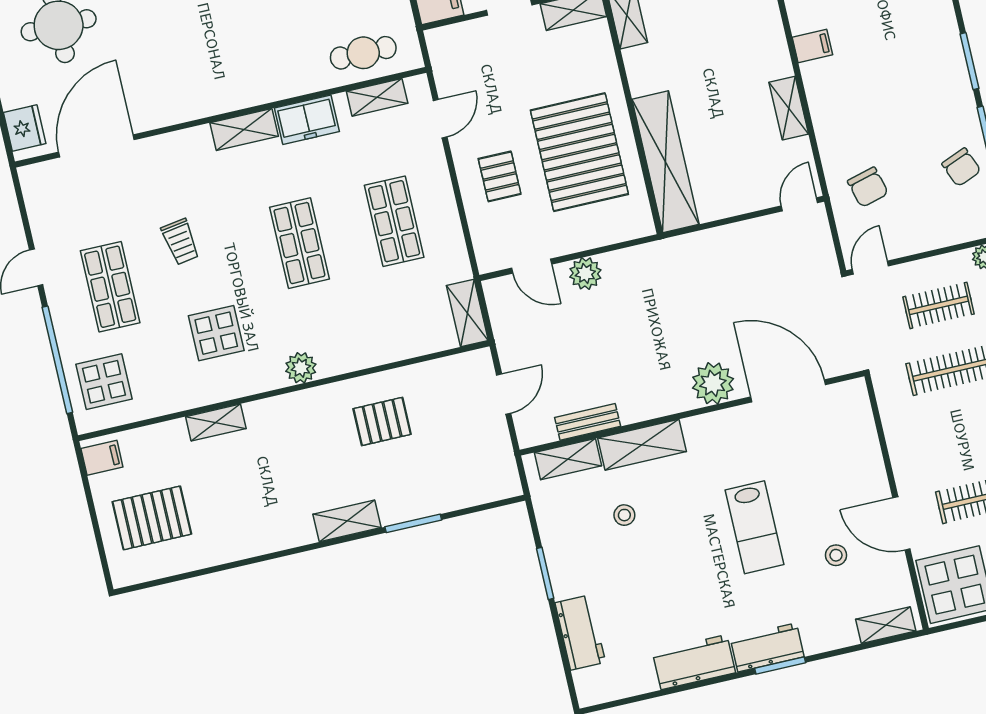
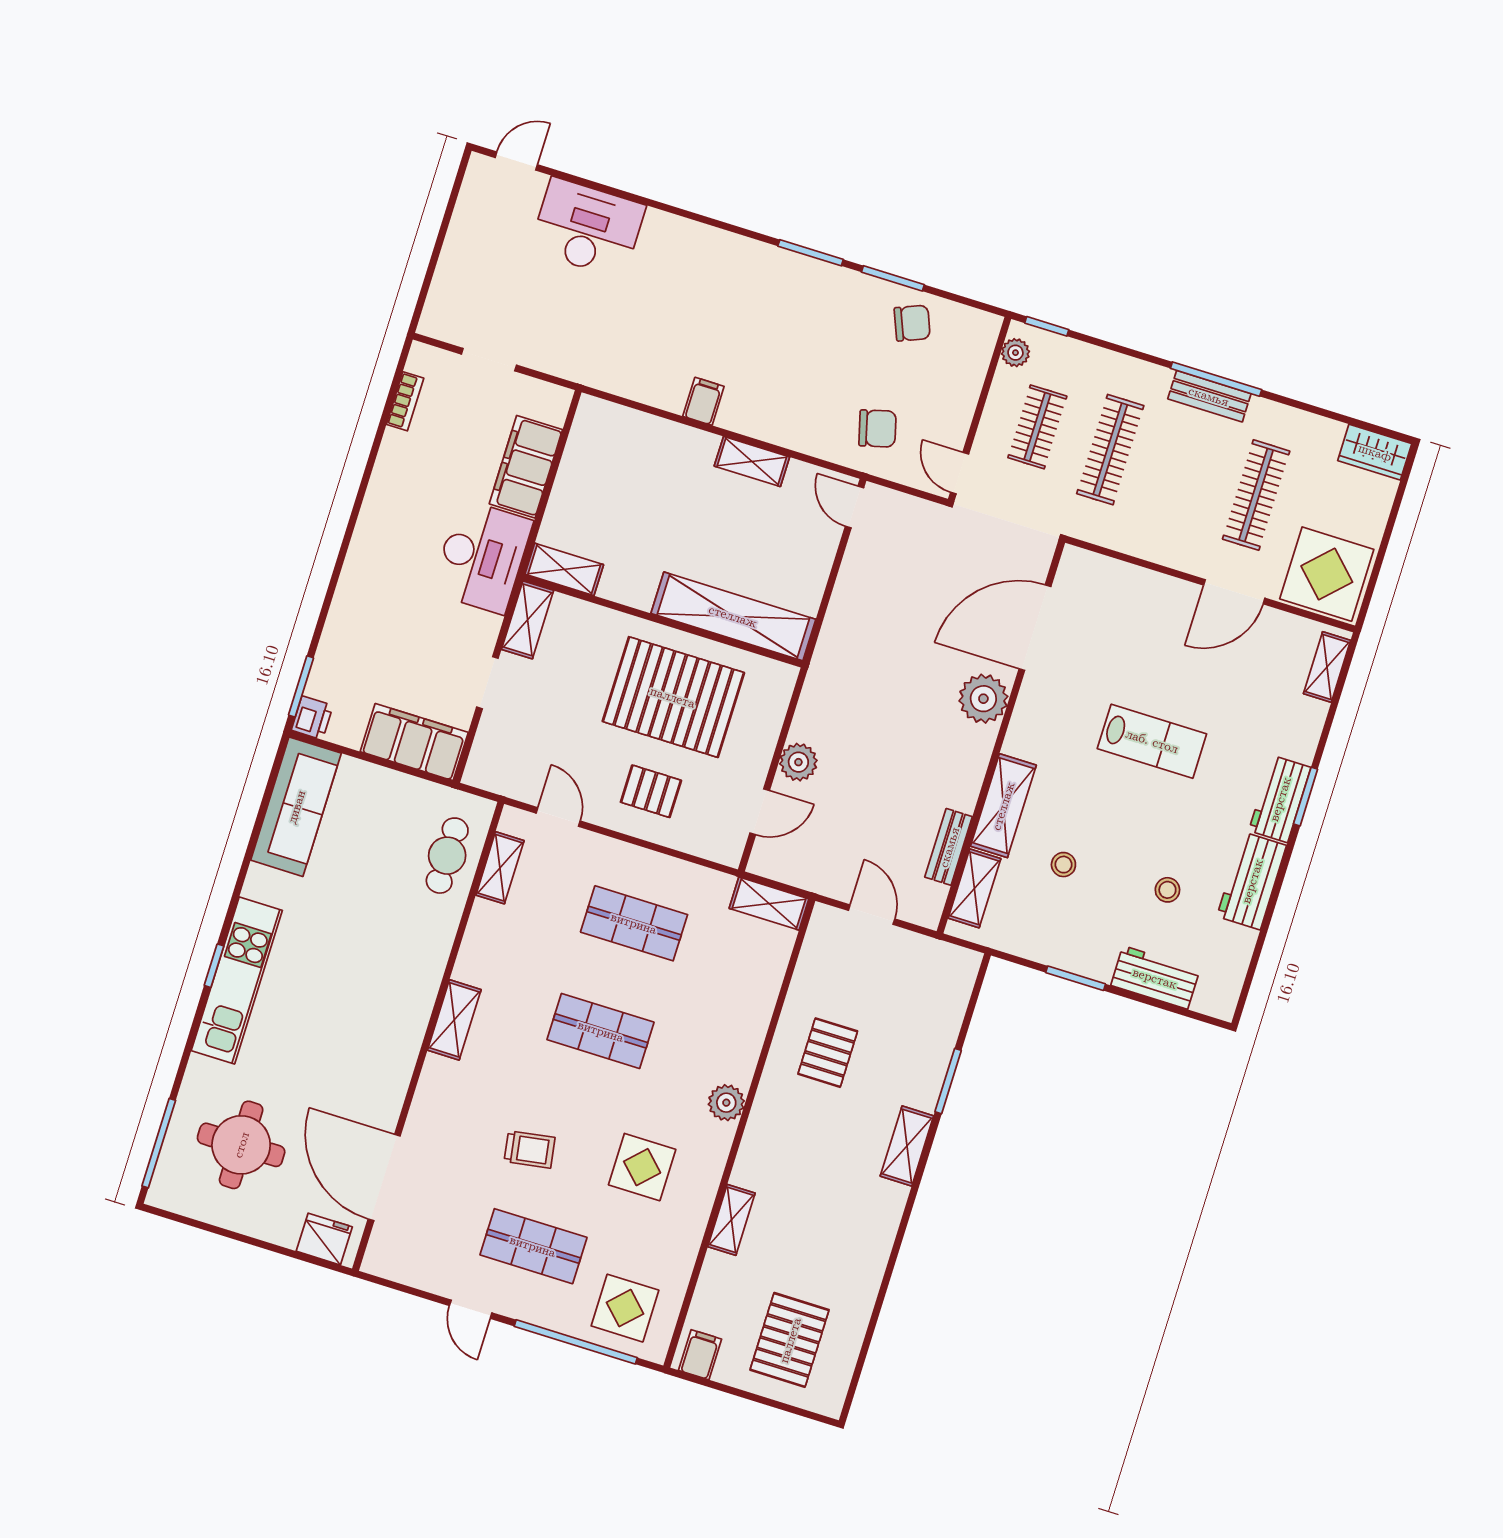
freezer: (307, 120) -> (481, 951), removed
stool: (836, 555) -> (1167, 890), moved

